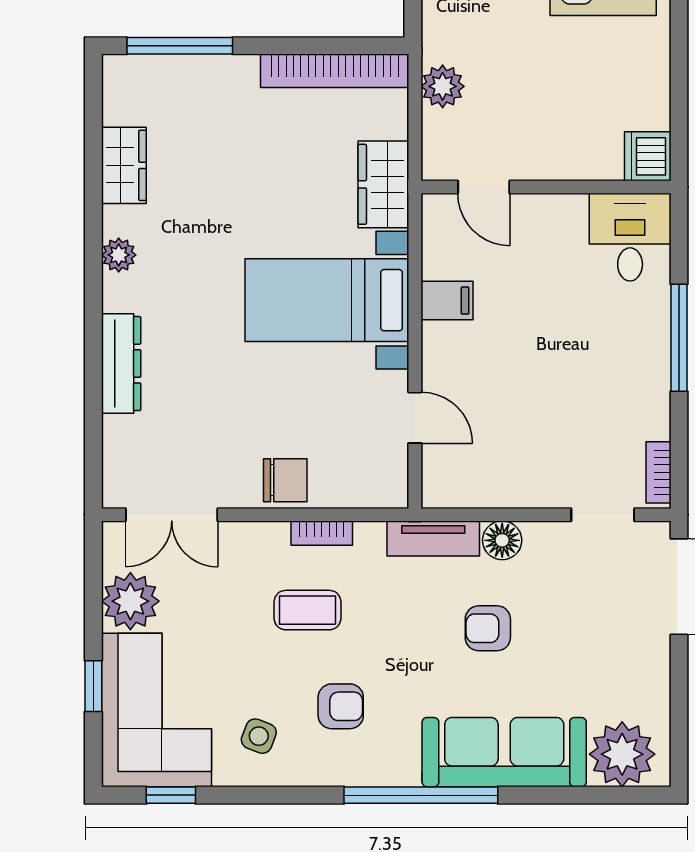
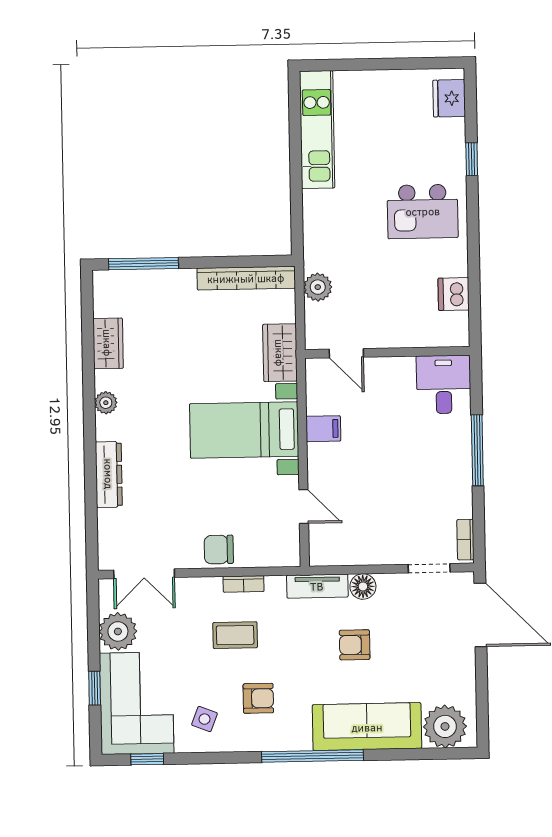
dishwasher: (648, 156) -> (454, 294), moved
chair: (285, 480) -> (219, 550), turned 180

